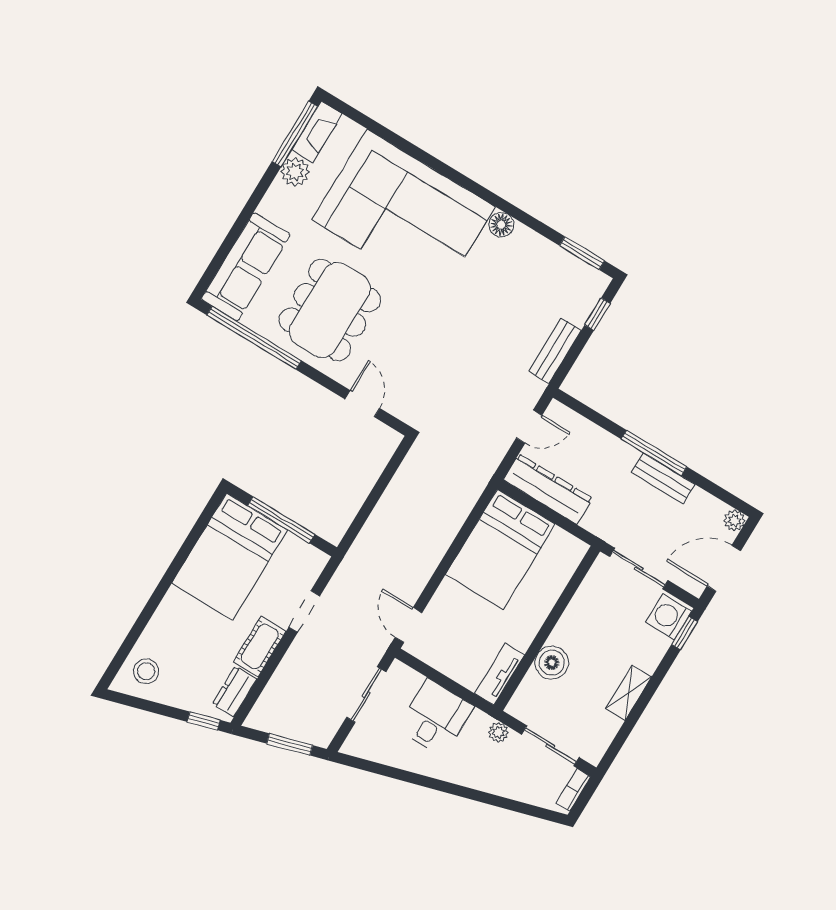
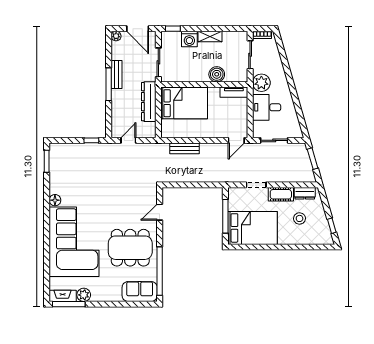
sofa: (246, 267) -> (140, 291), width x0.73
window: (597, 314) -> (91, 140), moved
bench: (555, 351) -> (185, 148), moved
door: (529, 427) -> (128, 140), hinge flipped
dresser: (548, 489) -> (149, 102), moved
bed: (500, 549) -> (184, 103), moved
washing machine: (669, 617) -> (189, 39), moved
stool: (146, 671) -> (300, 218), moved
window: (204, 721) -> (332, 226), moved
plant: (498, 732) -> (261, 83), width x1.88, depth x1.88

